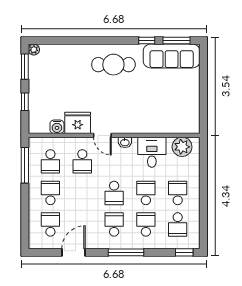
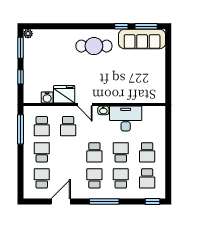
plant: (182, 147) -> (151, 114), removed
desk: (152, 152) -> (126, 119), width x1.37
school desk: (178, 193) -> (147, 152), turned 180

